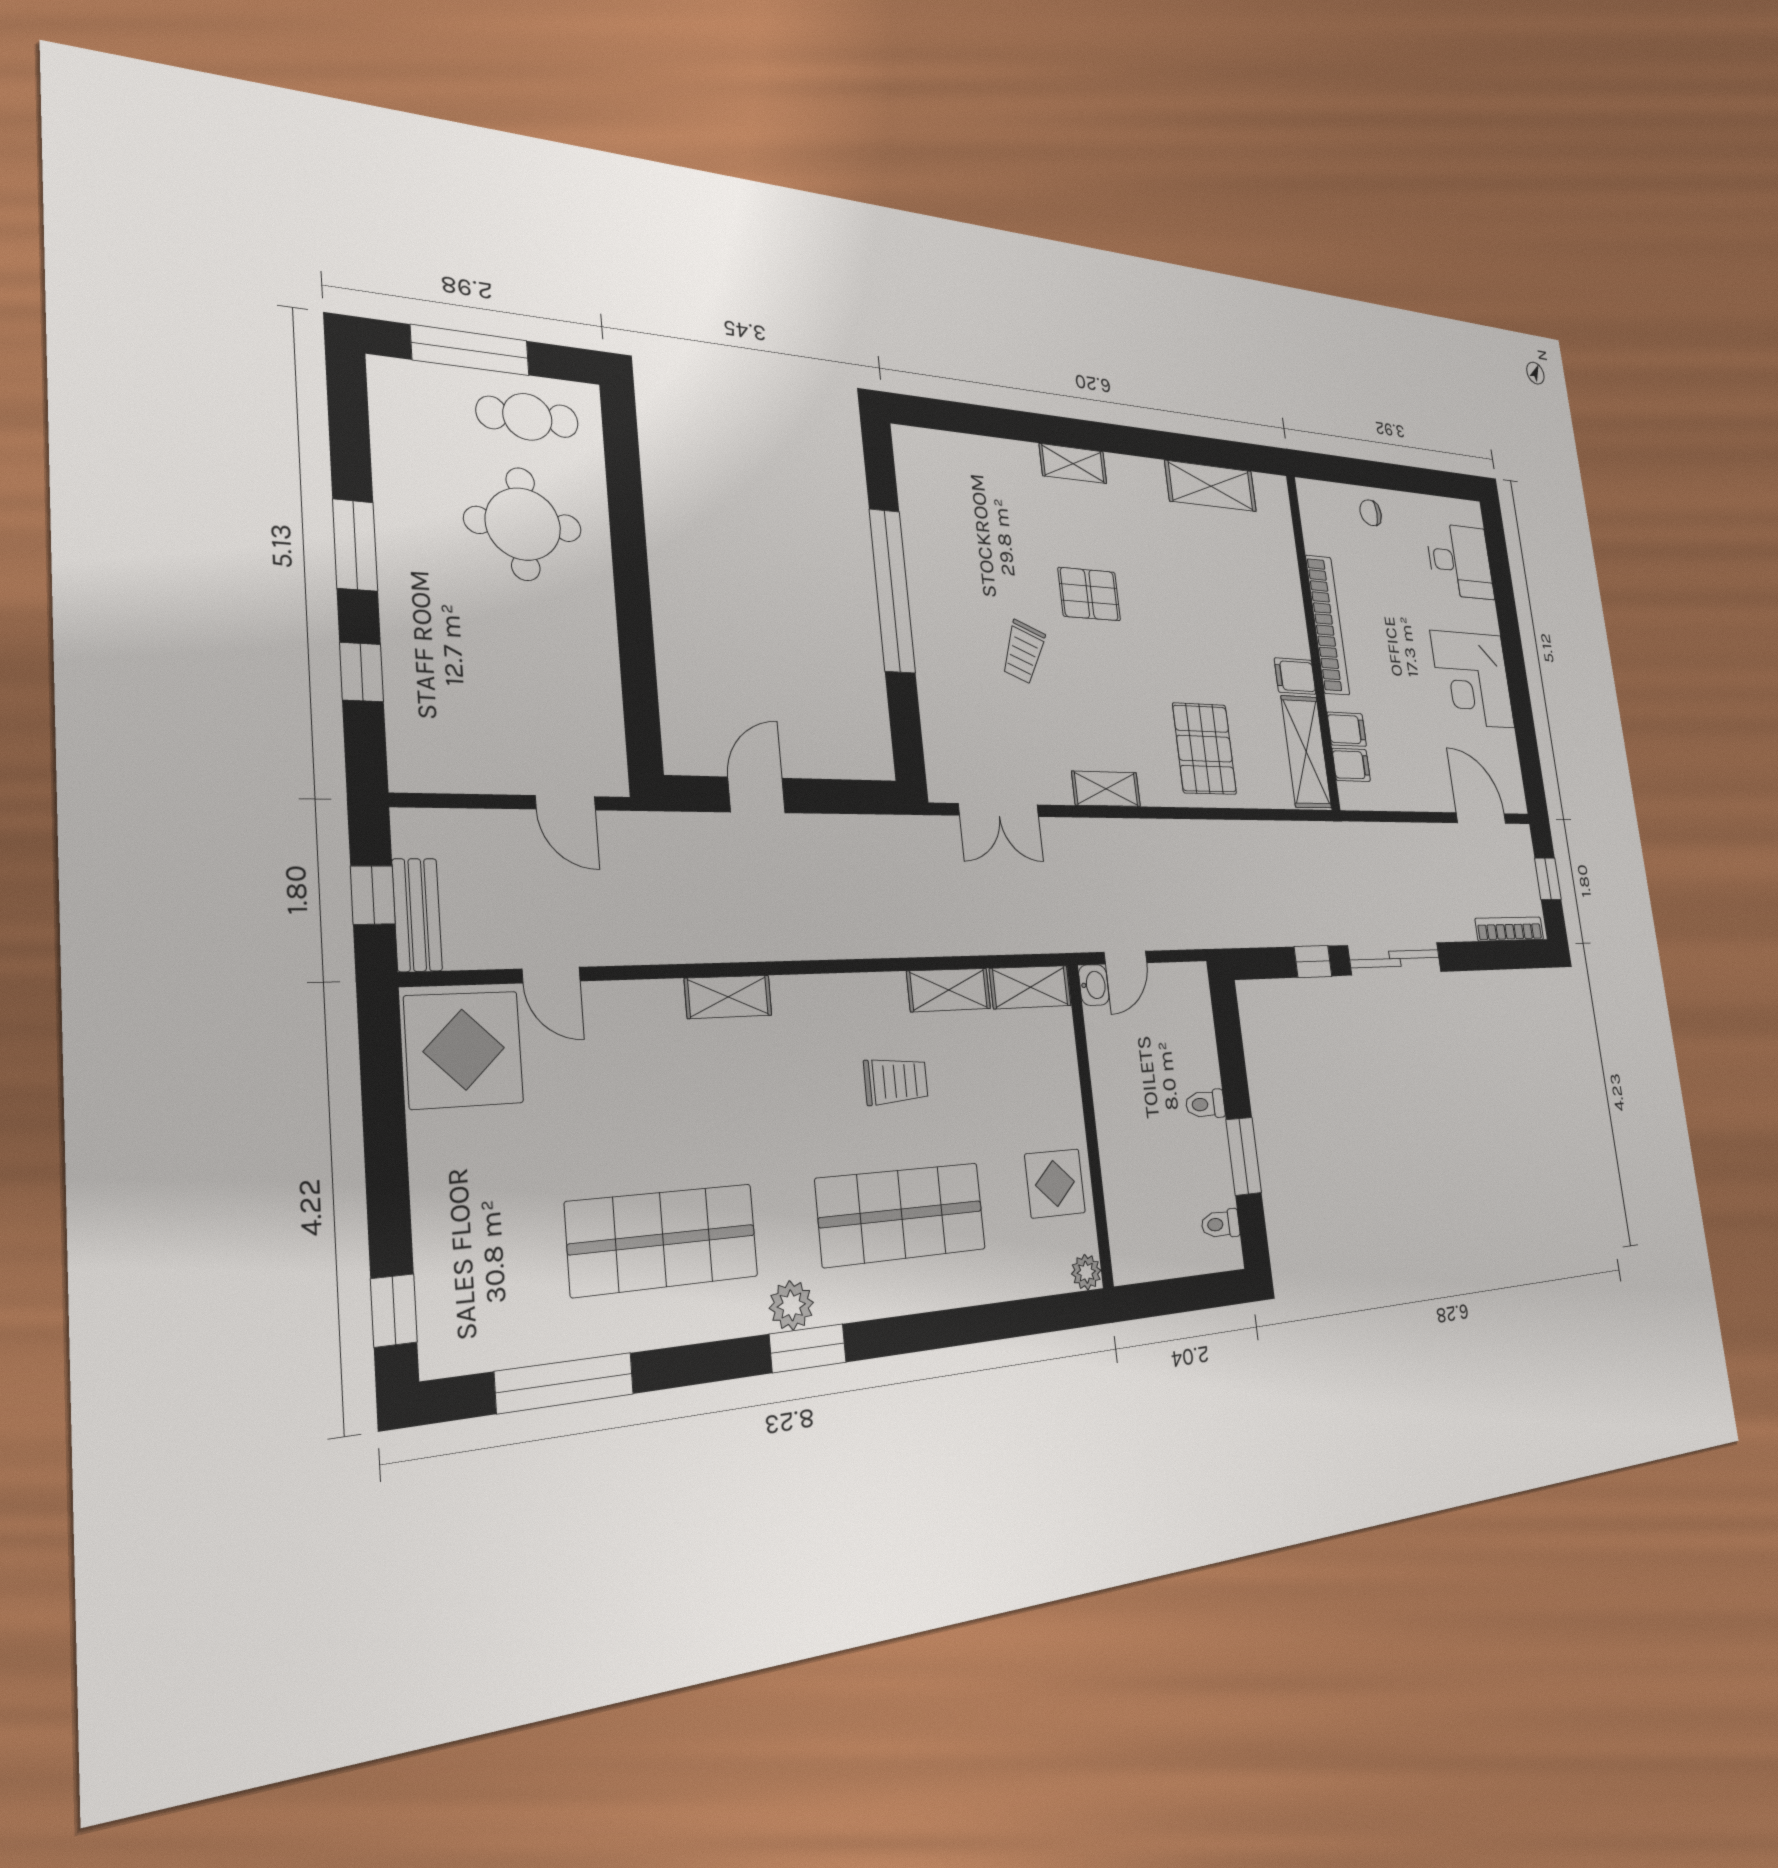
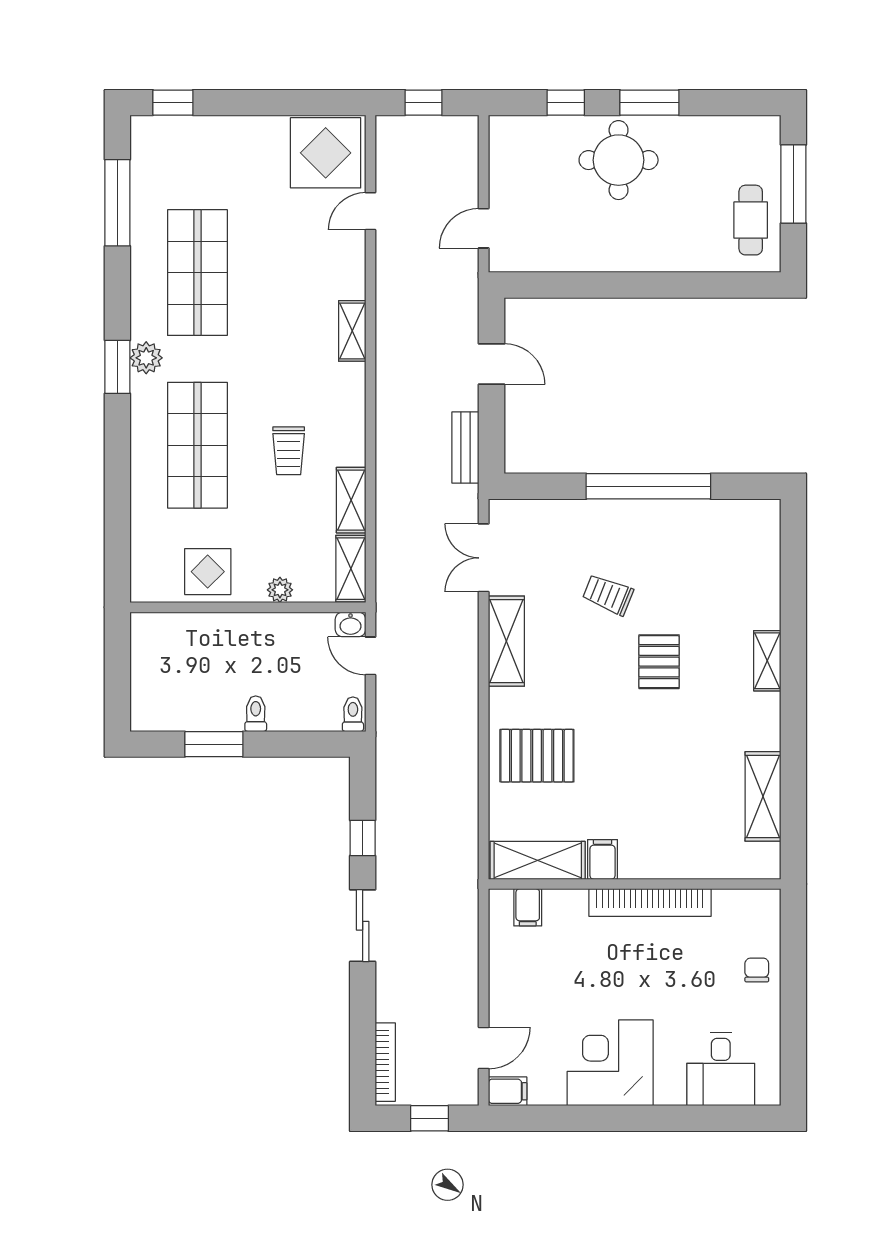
round table: (523, 524) -> (619, 160), moved
filing cabinet: (1347, 729) -> (508, 1091), moved, turned -90
shelving: (1106, 789) -> (506, 641), width x1.50, depth x1.33
door: (1481, 818) -> (484, 1048), width x0.73
bench: (417, 915) -> (465, 448), moved, turned 90
sliding door: (1395, 959) -> (363, 926), width x0.73
toilet: (1220, 1224) -> (353, 714), moved
plant: (1086, 1272) -> (280, 590), moved

